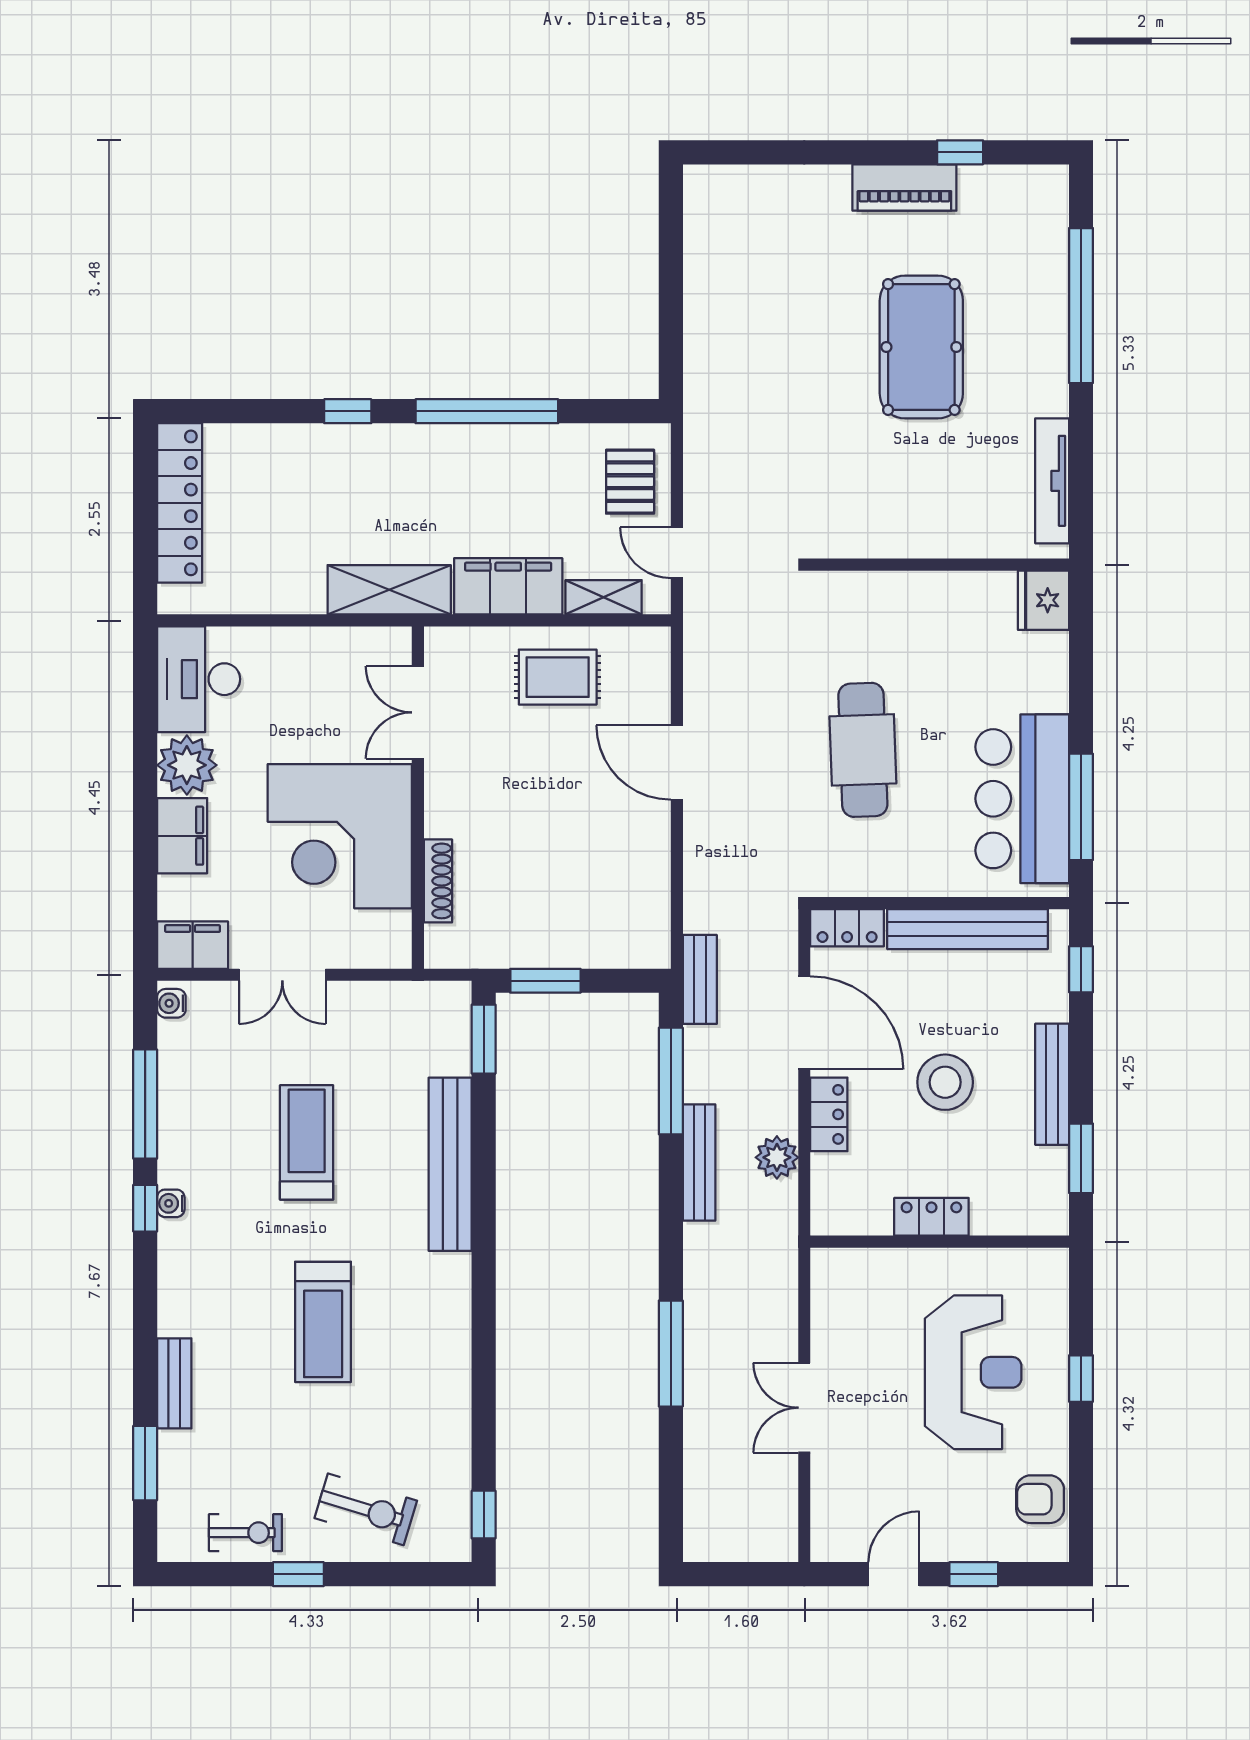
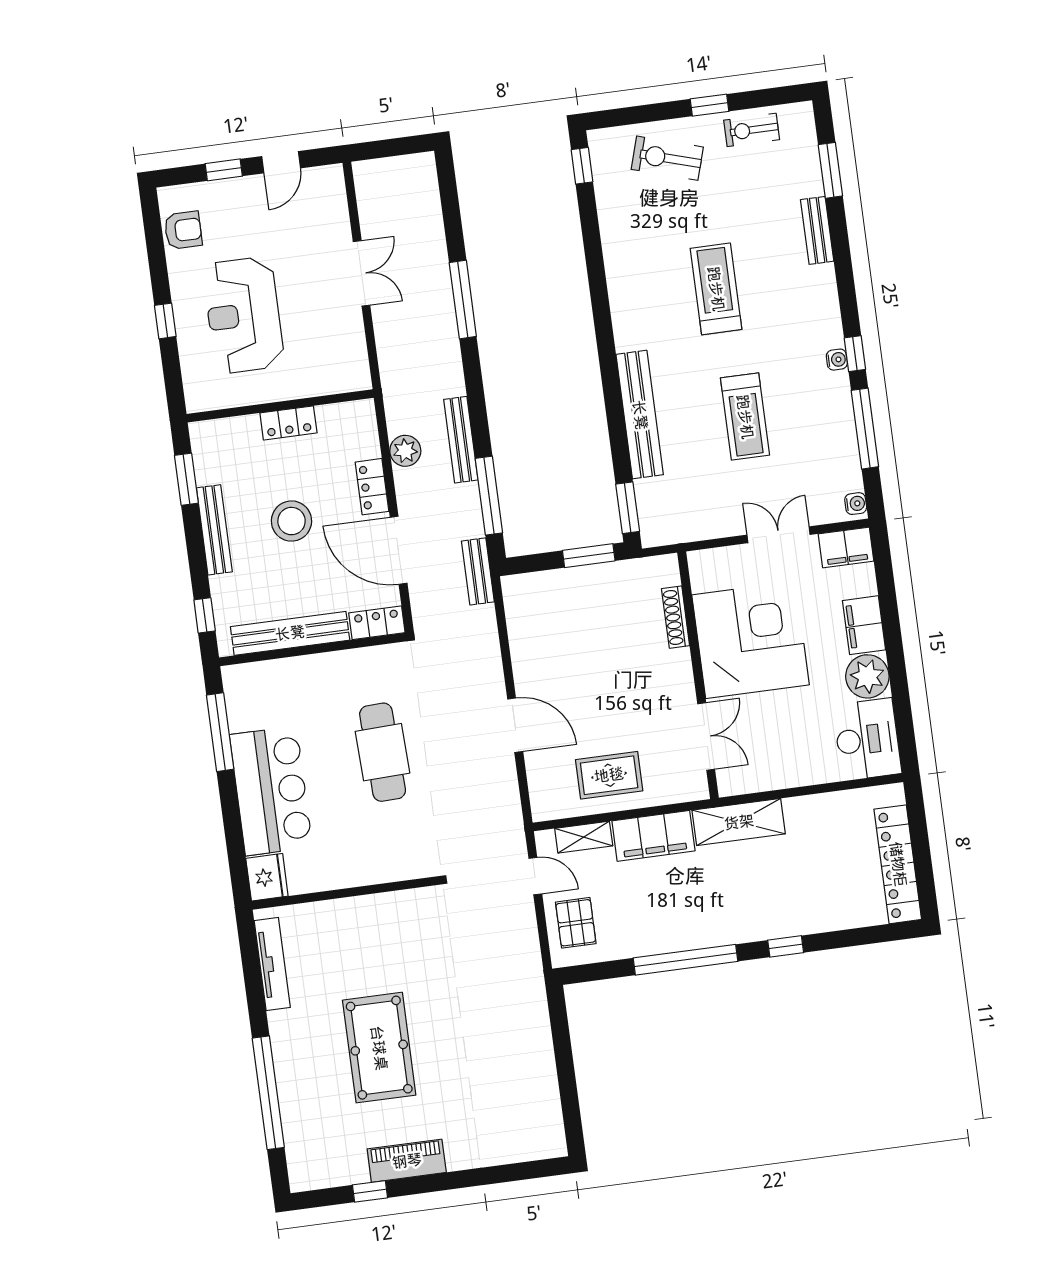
bar counter: (1022, 799) -> (271, 791), moved

